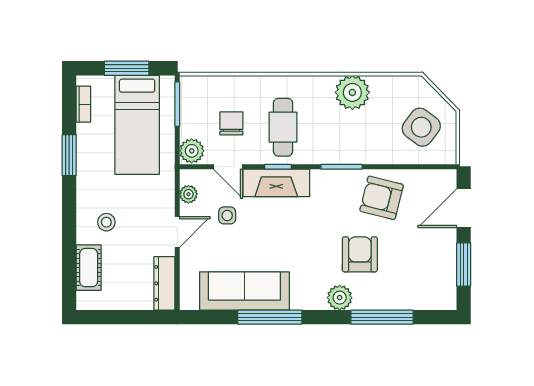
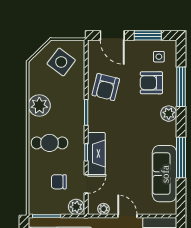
cafe table: (283, 127) -> (49, 143), moved
side table: (227, 215) -> (159, 57), moved
armchair: (360, 254) -> (151, 83), moved

